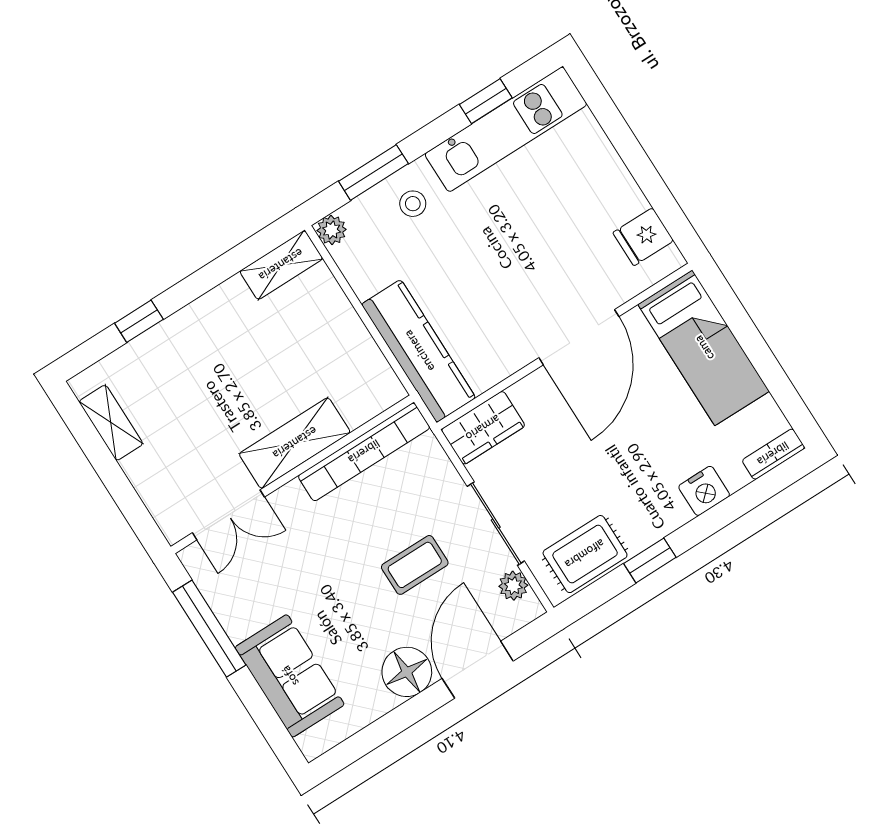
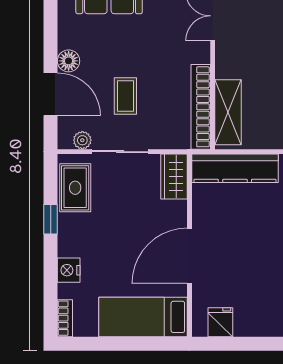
door: (579, 337) -> (189, 256), hinge flipped
shelving: (295, 443) -> (228, 112), moved
floor lamp: (407, 672) -> (69, 61), width x0.73, depth x0.73

